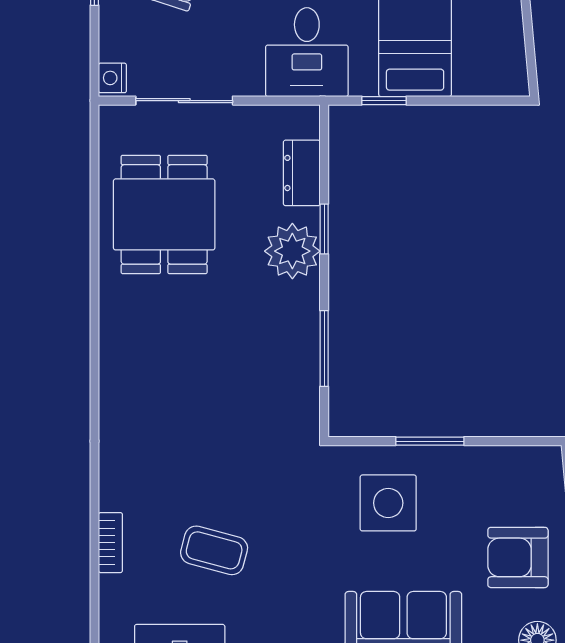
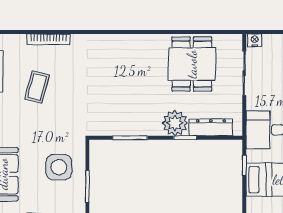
dresser: (302, 173) -> (211, 127), width x1.44
dining table: (164, 214) -> (192, 64), turned 90
bookcase: (110, 543) -> (48, 39), width x1.56

